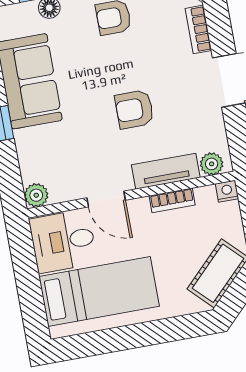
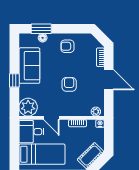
armchair: (134, 109) -> (69, 84), turned 90
tv unit: (166, 171) -> (77, 111), removed
plant: (36, 195) -> (28, 107), width x1.87, depth x1.87

